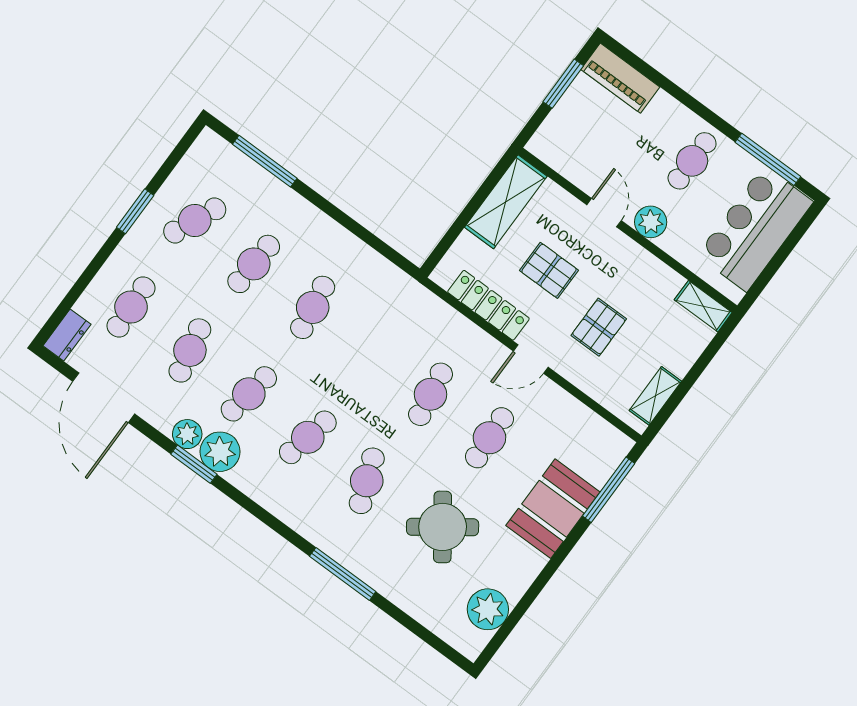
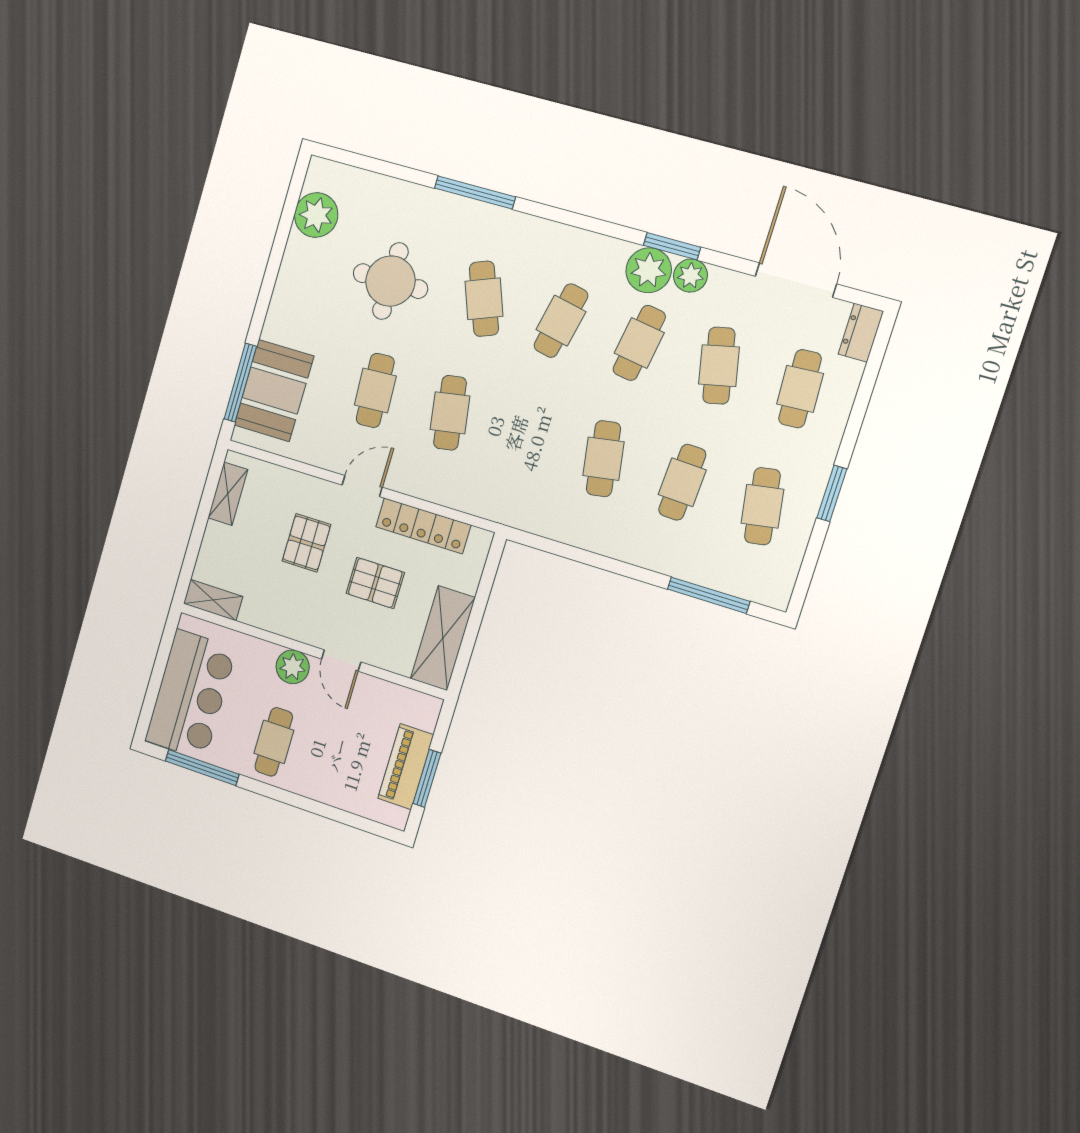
piano: (620, 78) -> (406, 767), moved, turned -90
cafe table: (195, 220) -> (762, 506), turned -33
booth: (553, 509) -> (274, 391), moved
round table: (443, 527) -> (390, 281), turned 36

